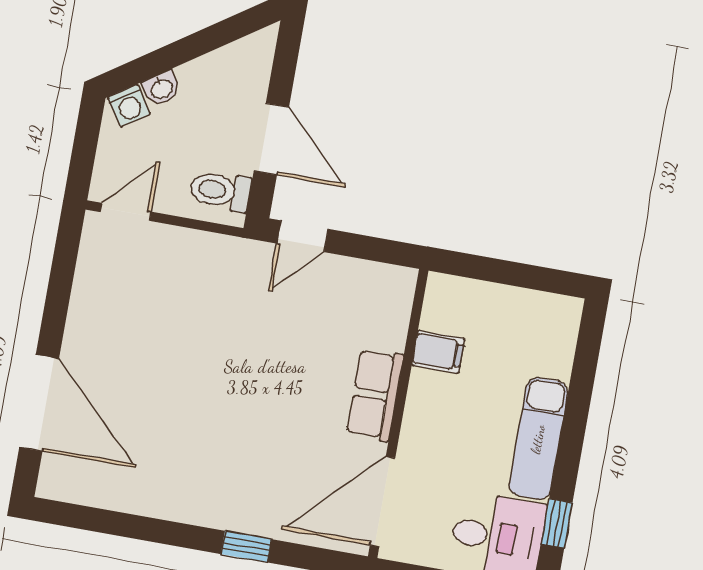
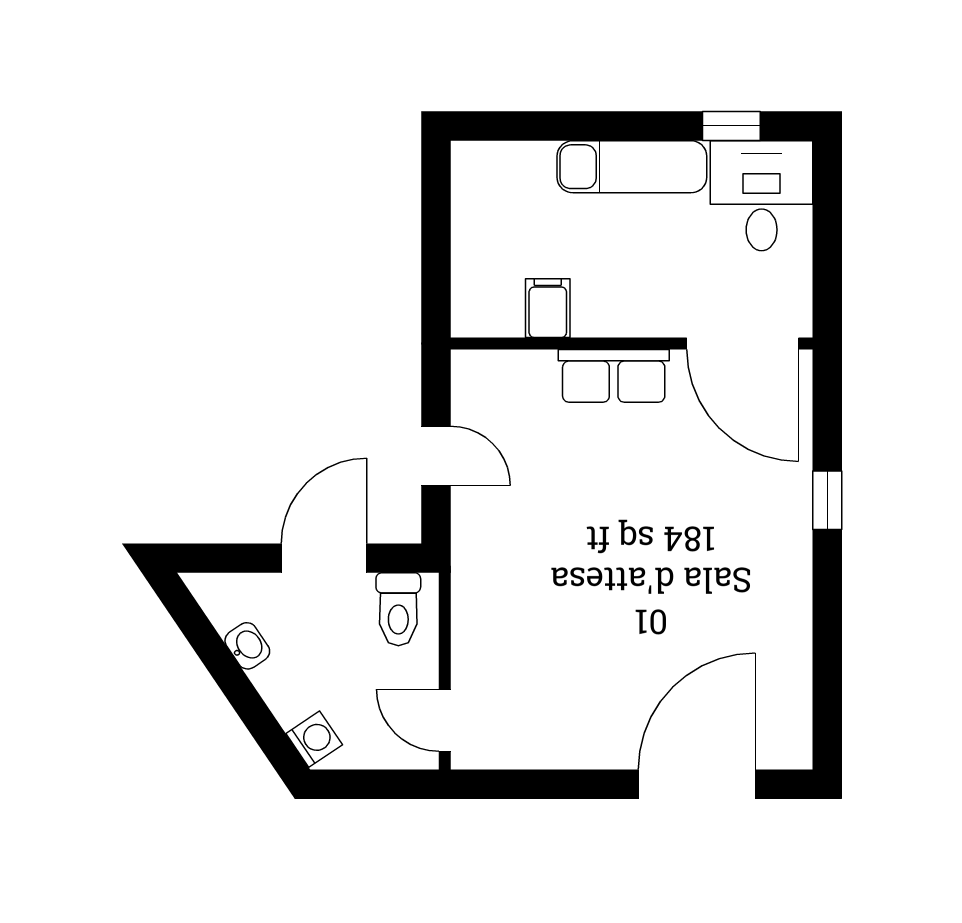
washbasin: (162, 88) -> (247, 646), moved
door: (303, 236) -> (436, 456), moved

